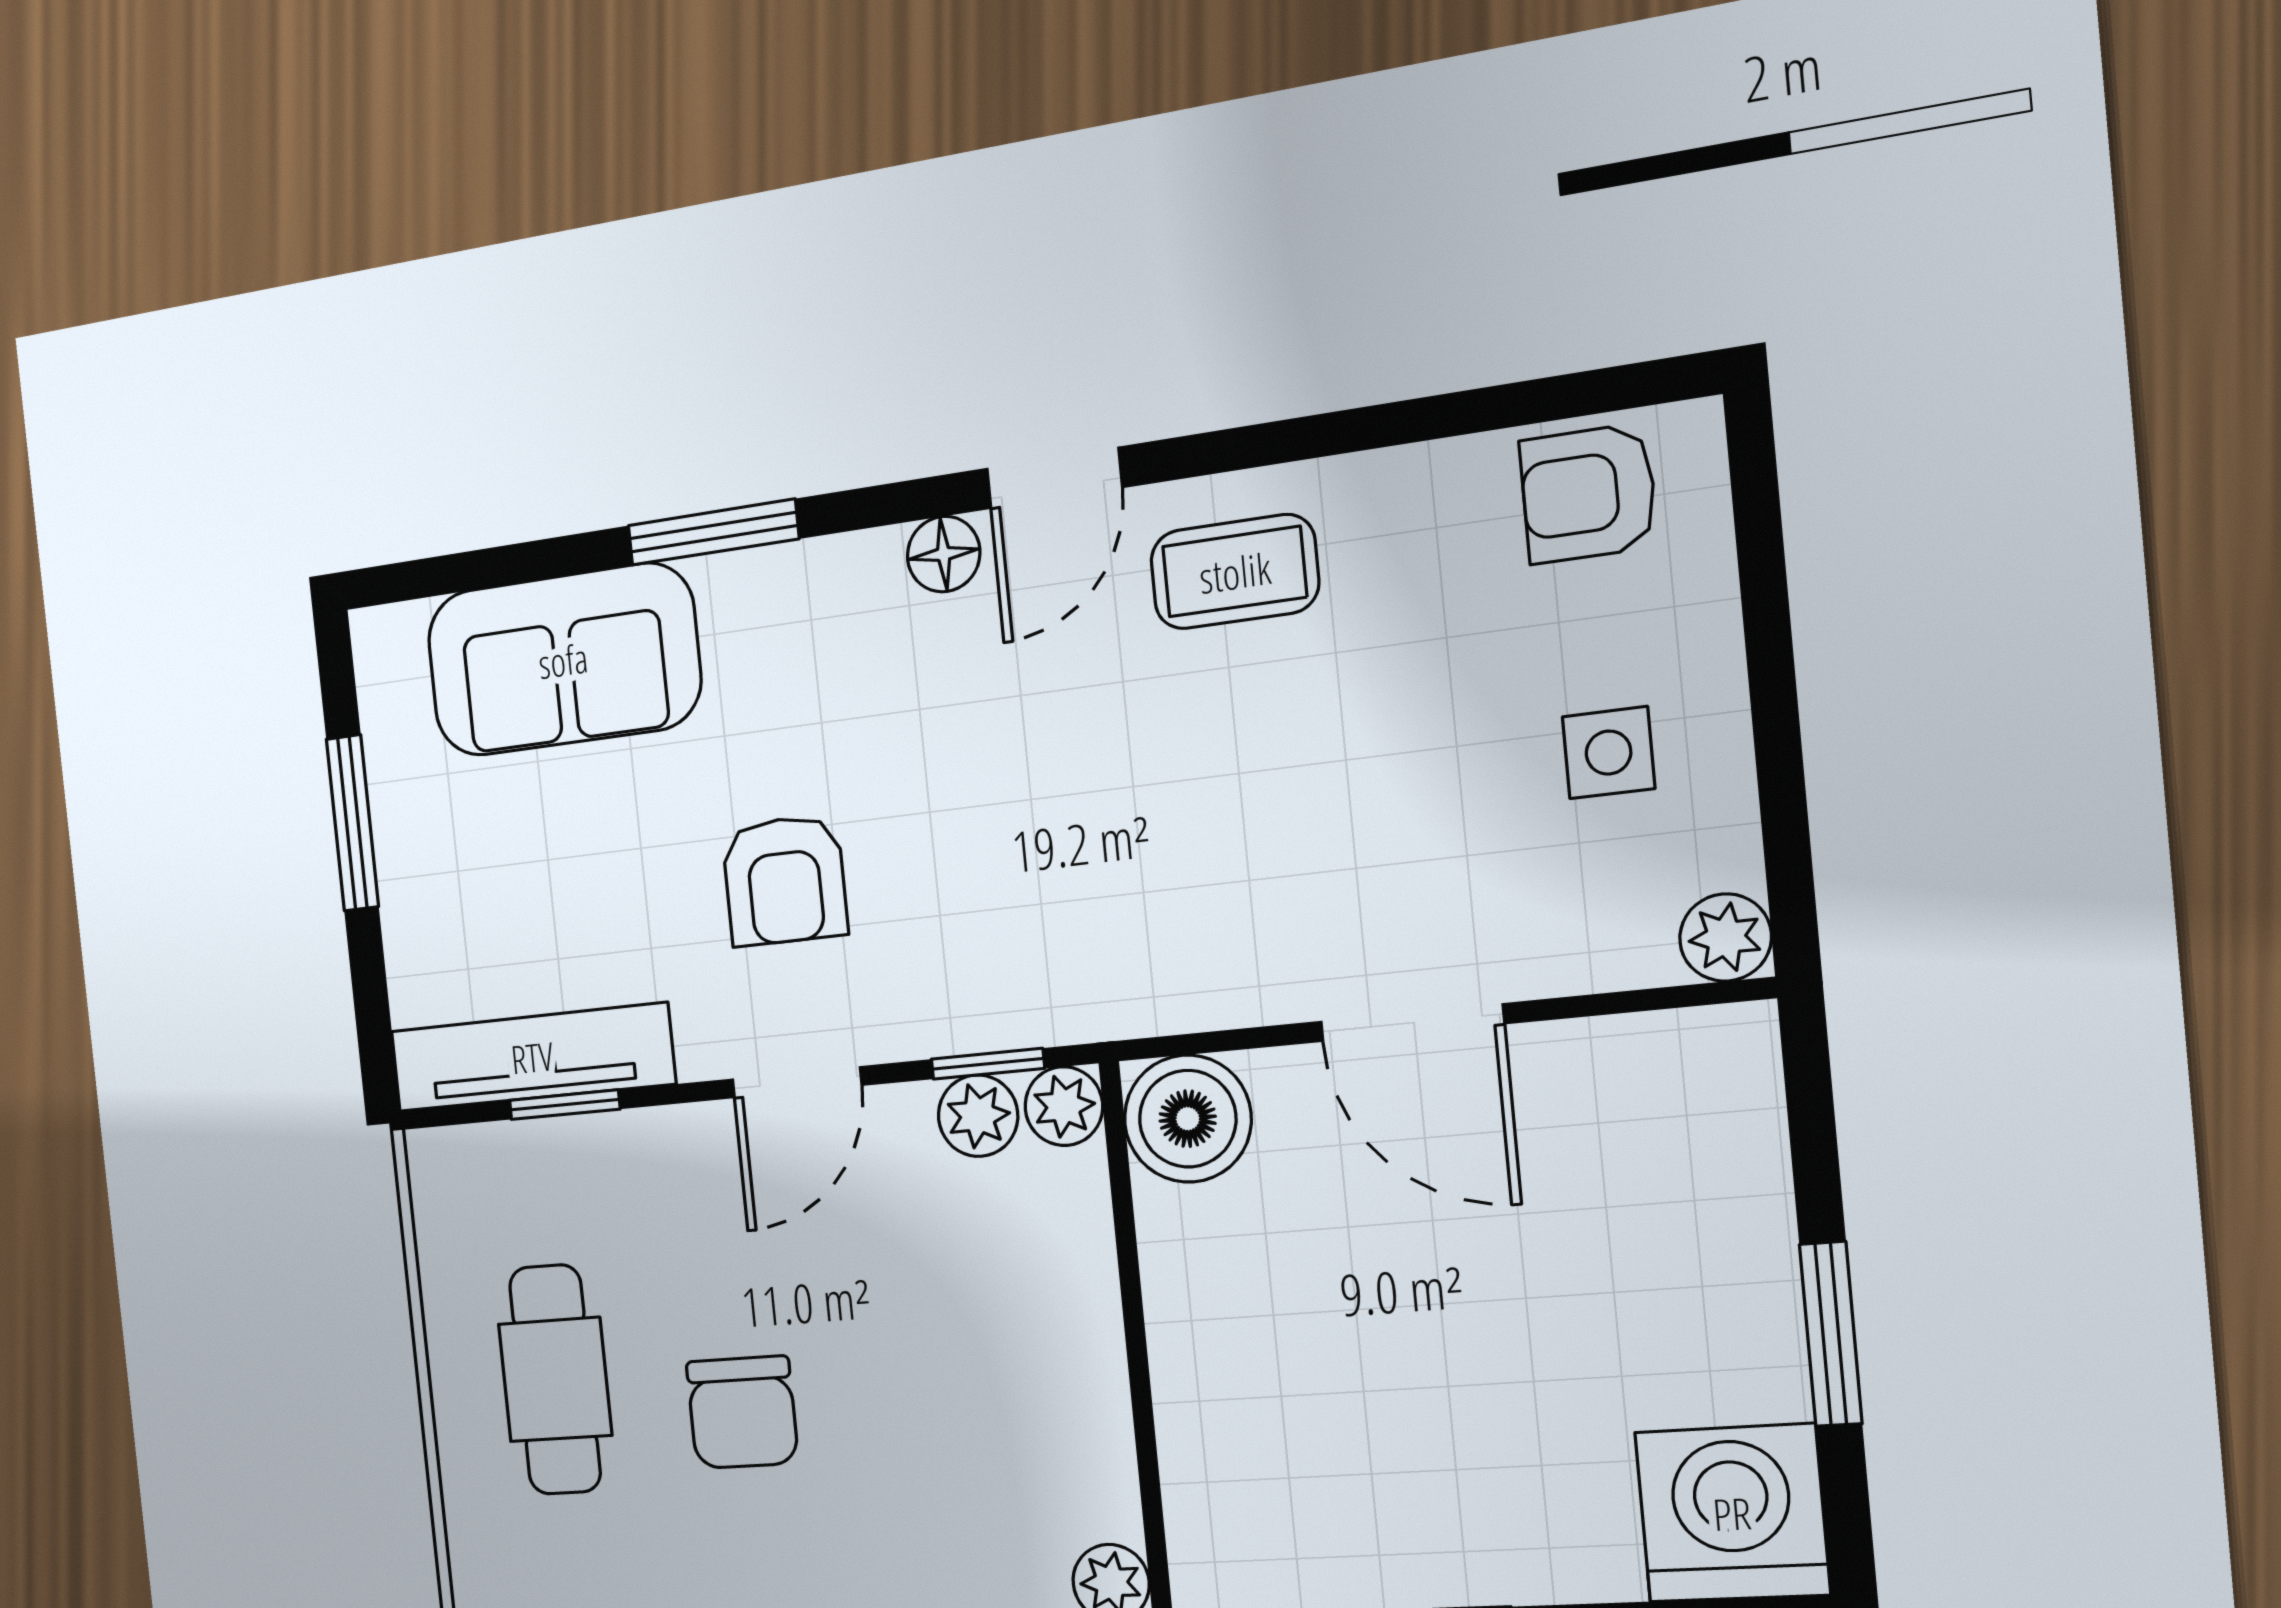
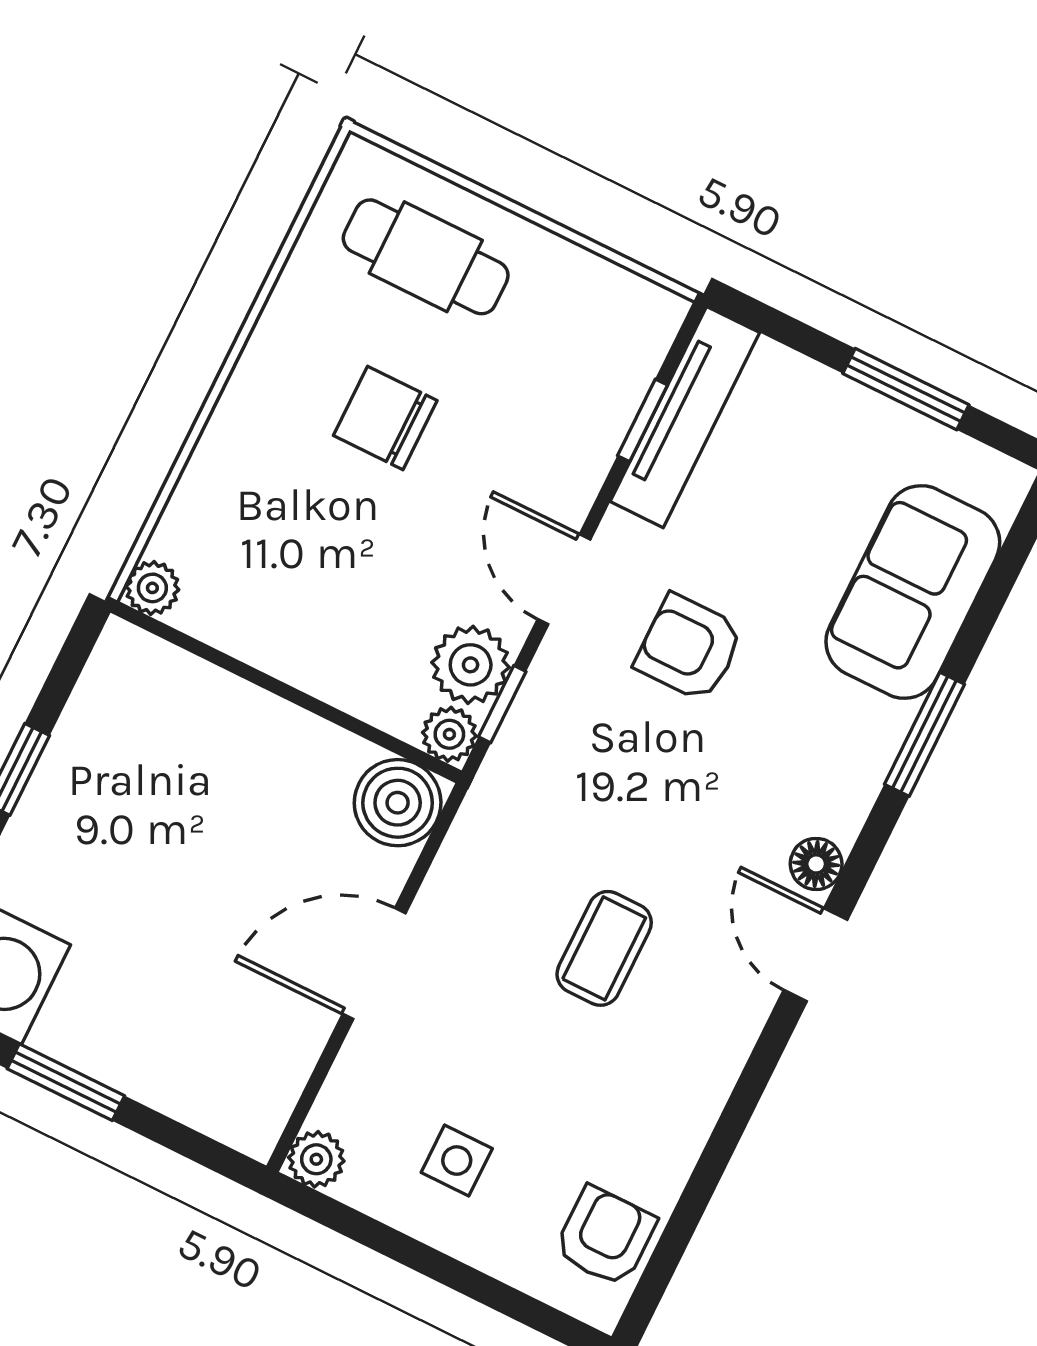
coffee table: (1235, 572) -> (604, 948), moved
plant: (978, 1116) -> (471, 665), width x1.38, depth x1.38
cafe table: (555, 1380) -> (426, 257), moved

